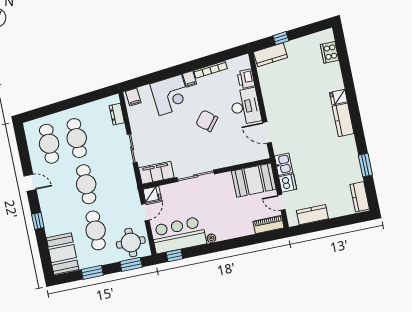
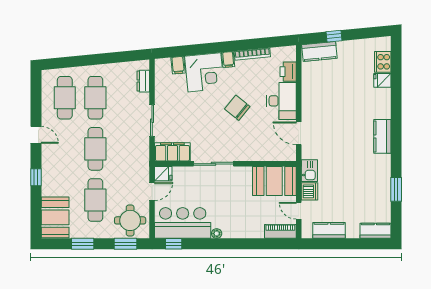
filing cabinet: (133, 97) -> (178, 65), moved
fridge: (338, 97) -> (382, 80), moved
kitchen counter: (360, 197) -> (375, 231), moved, turned 90

